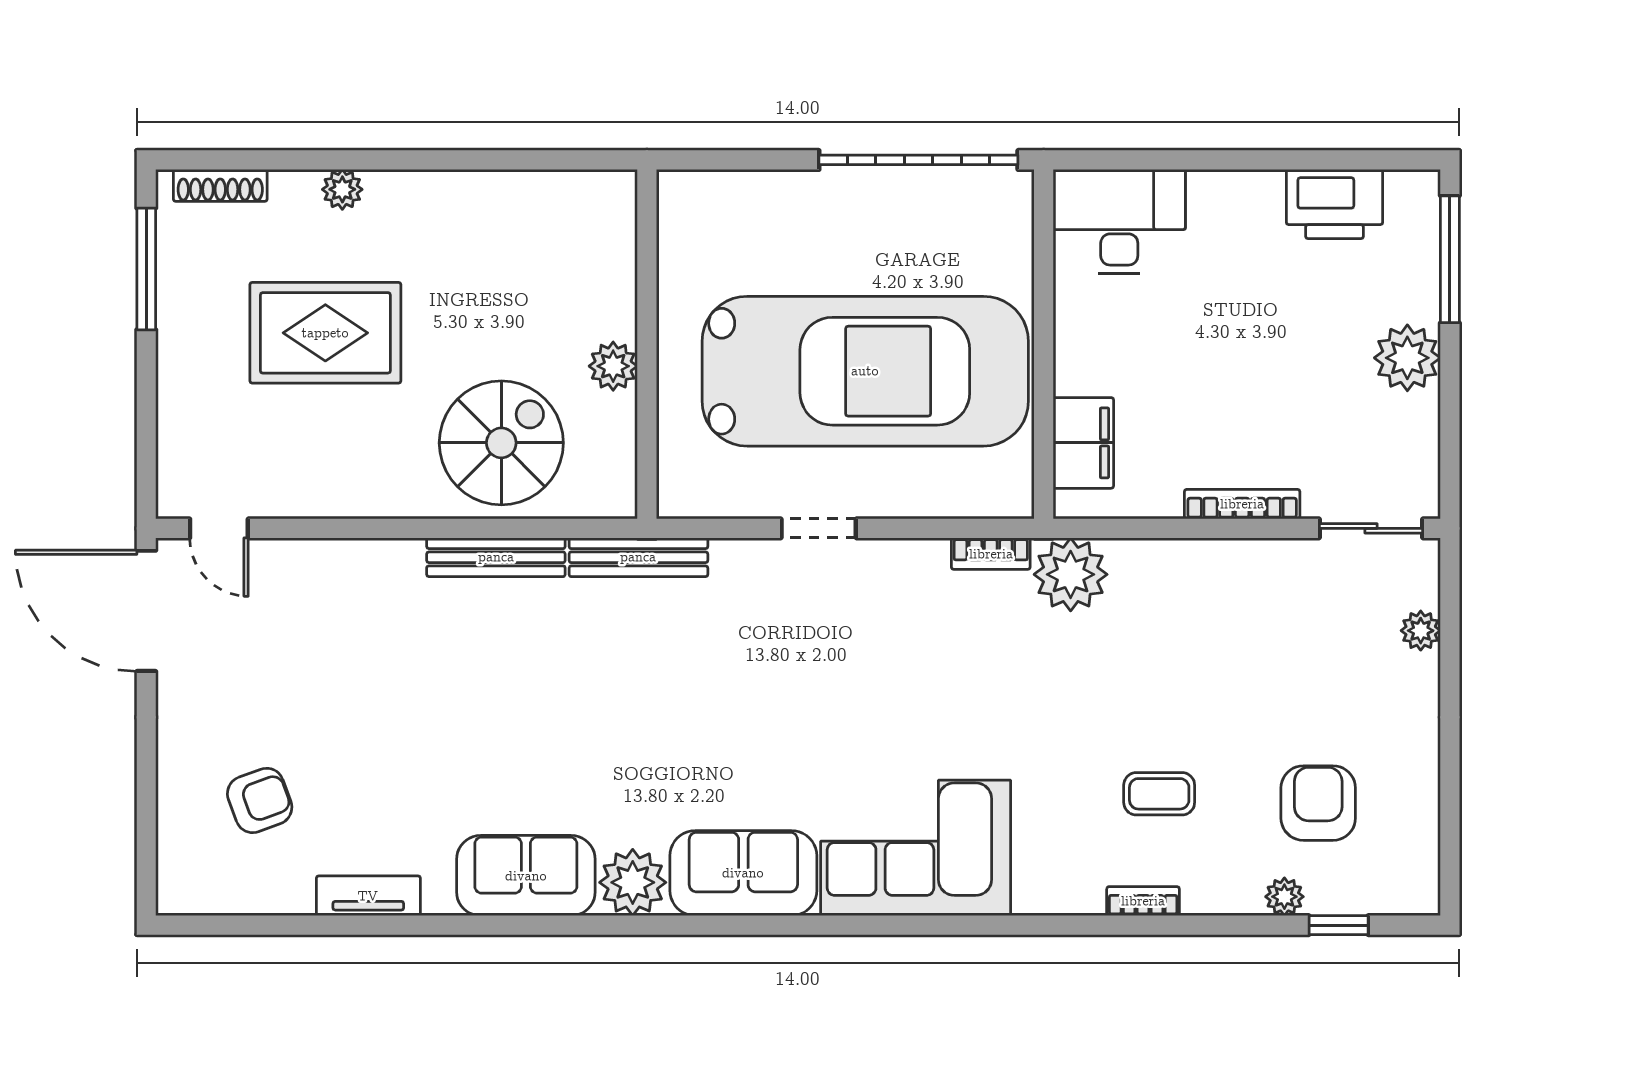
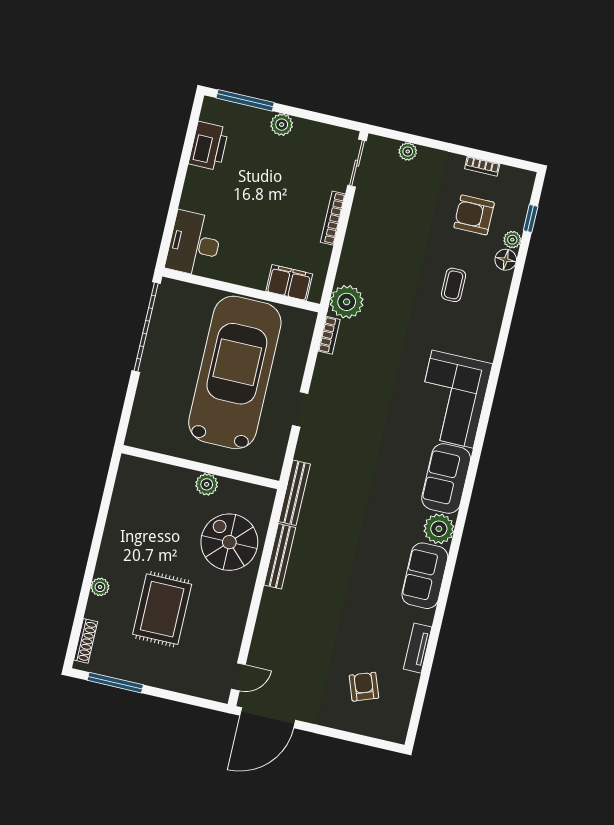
plant: (1407, 358) -> (282, 125), width x0.73, depth x0.73
floor lamp: (1238, 893) -> (506, 260), added
bookcase: (1143, 901) -> (482, 166), moved, turned -90

